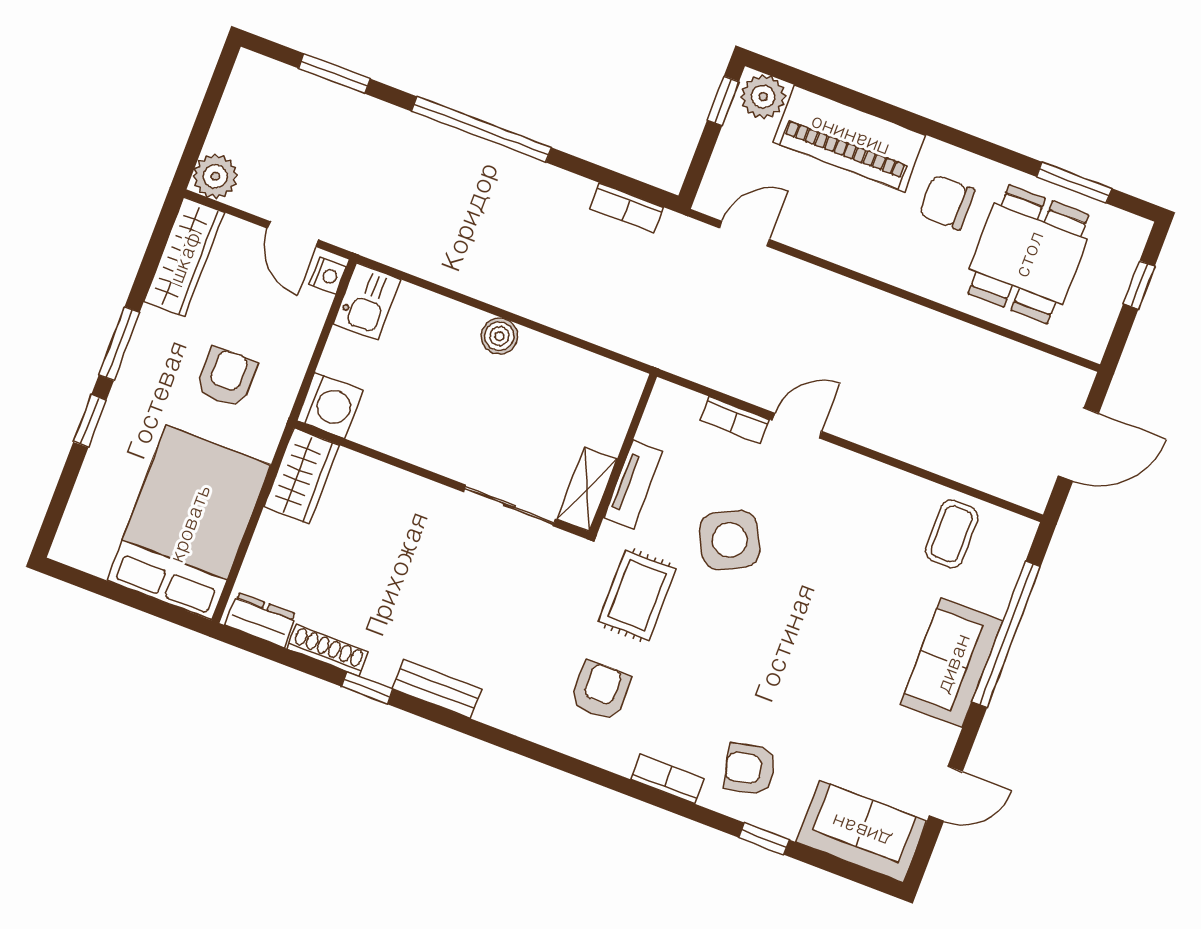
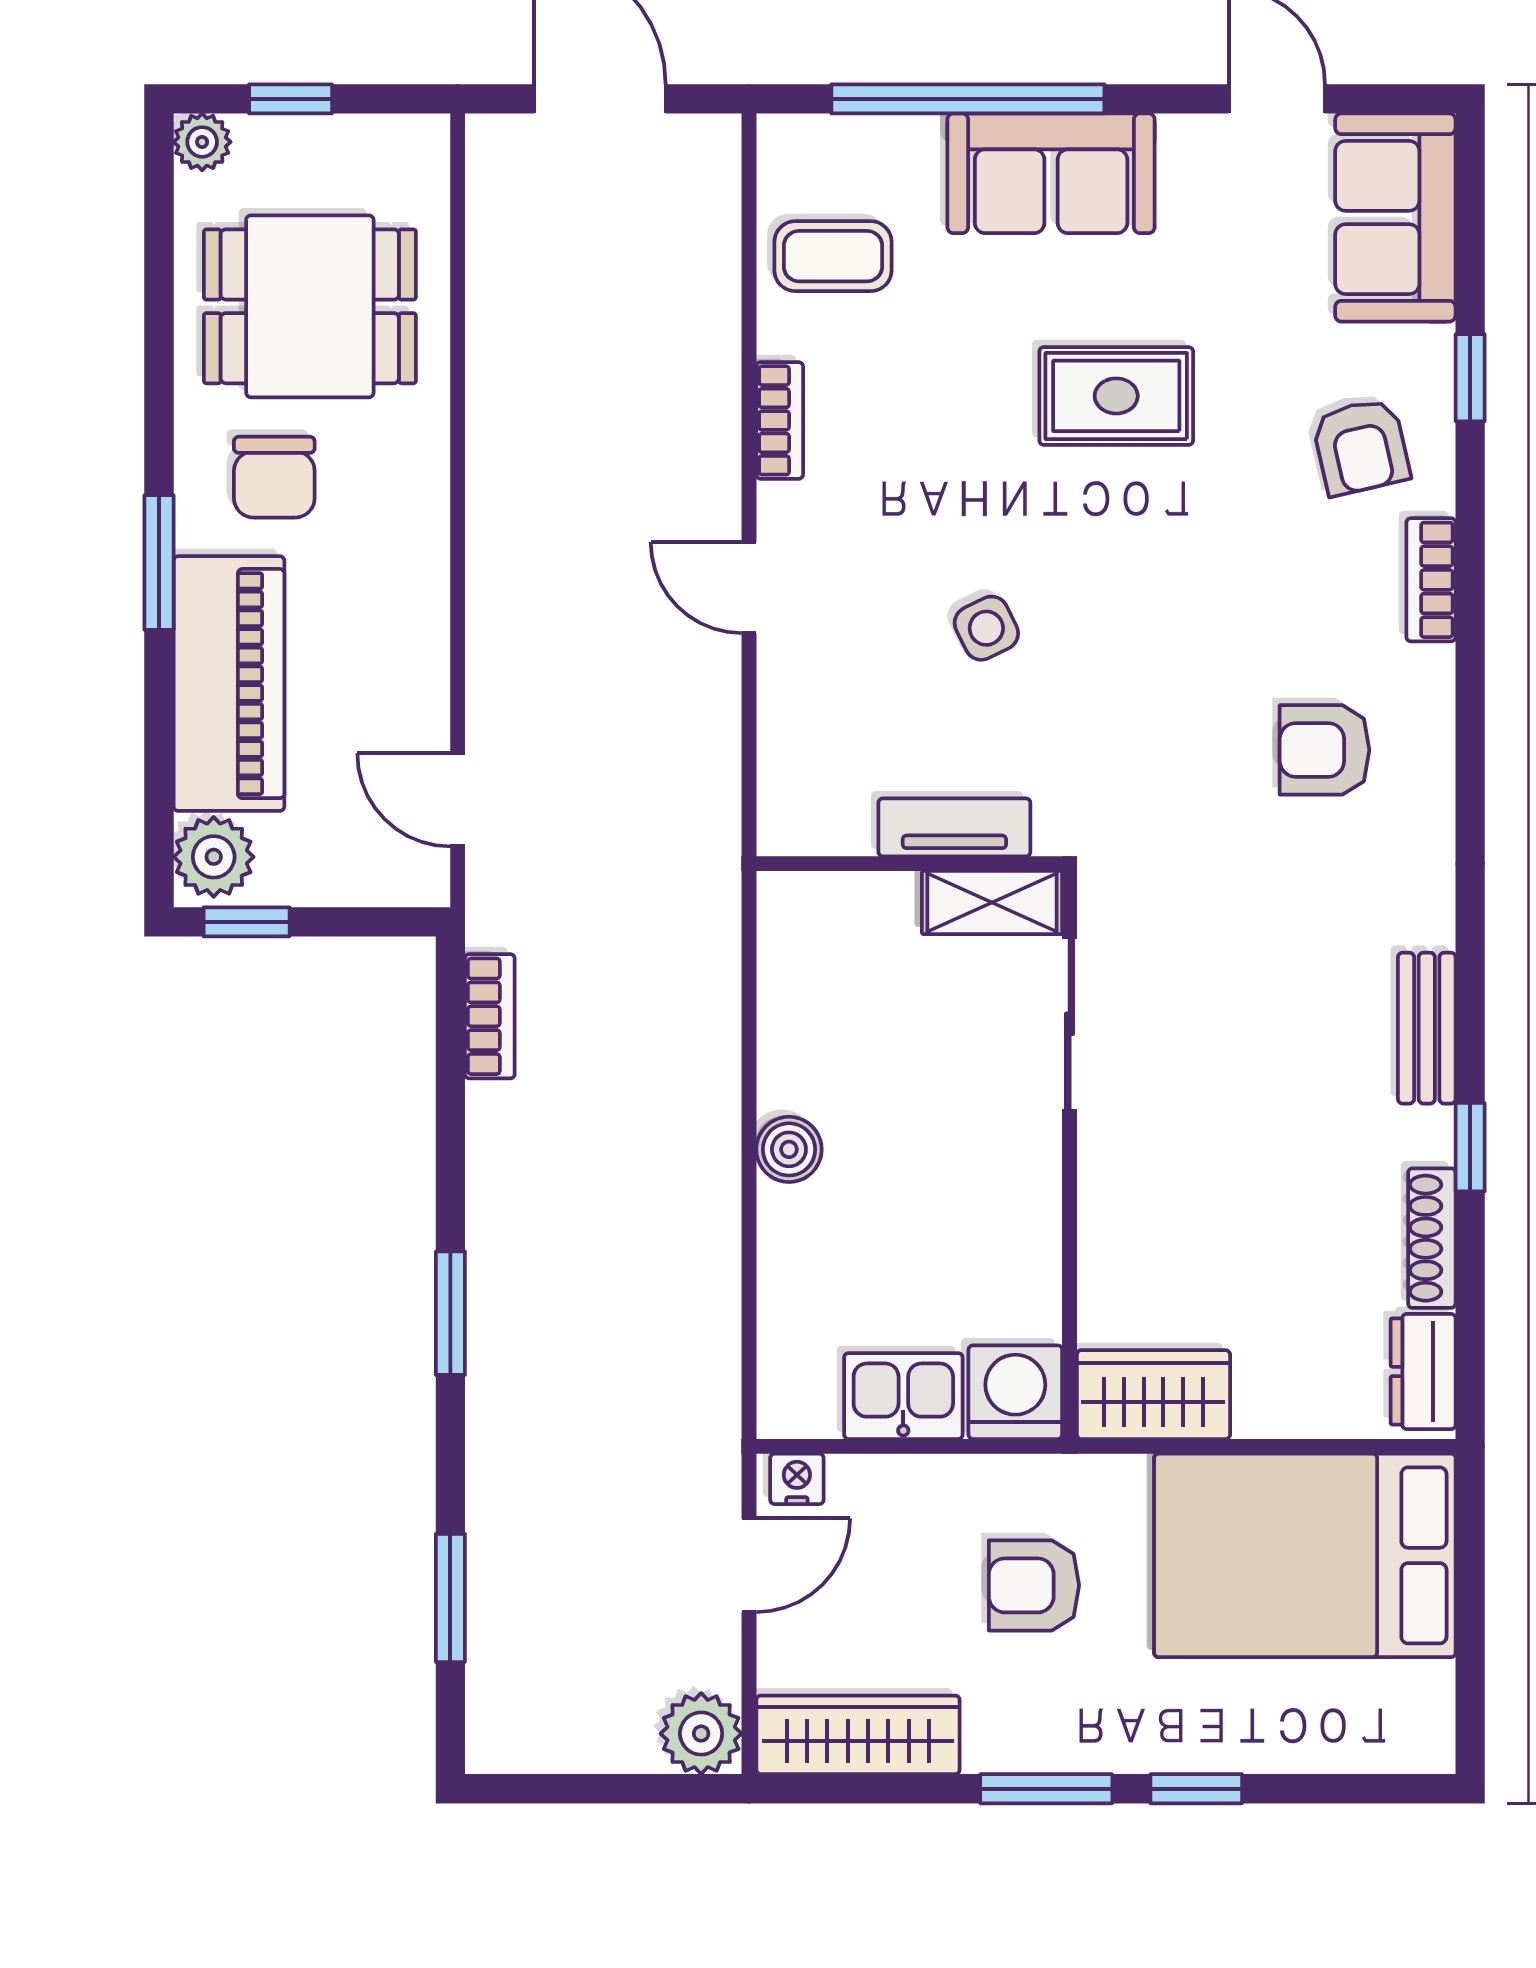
window: (481, 129) -> (450, 1313), width x0.47
window: (1074, 183) -> (159, 563), moved
plant: (1134, 231) -> (202, 142), added
kitchen sink: (367, 302) -> (903, 1396), moved
bookcase: (734, 420) -> (780, 420), moved
side table: (730, 540) -> (986, 628), width x0.54, depth x0.54
rug: (637, 595) -> (1116, 396), moved

